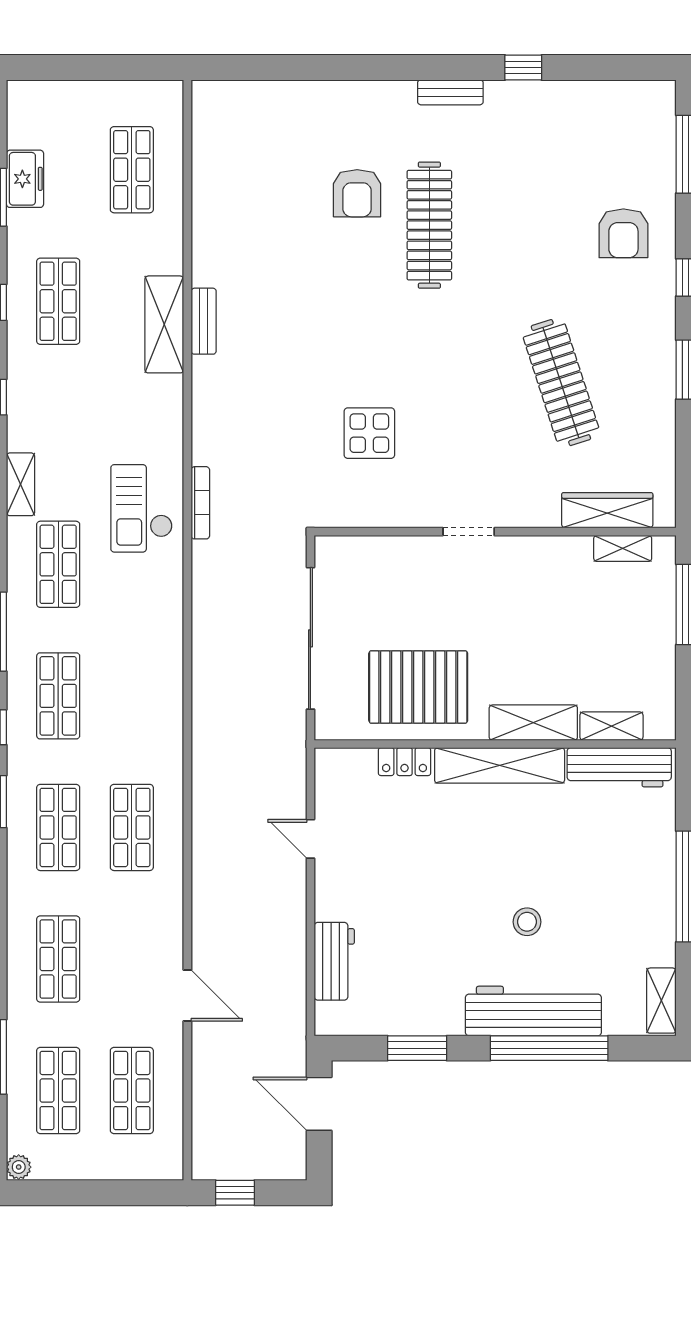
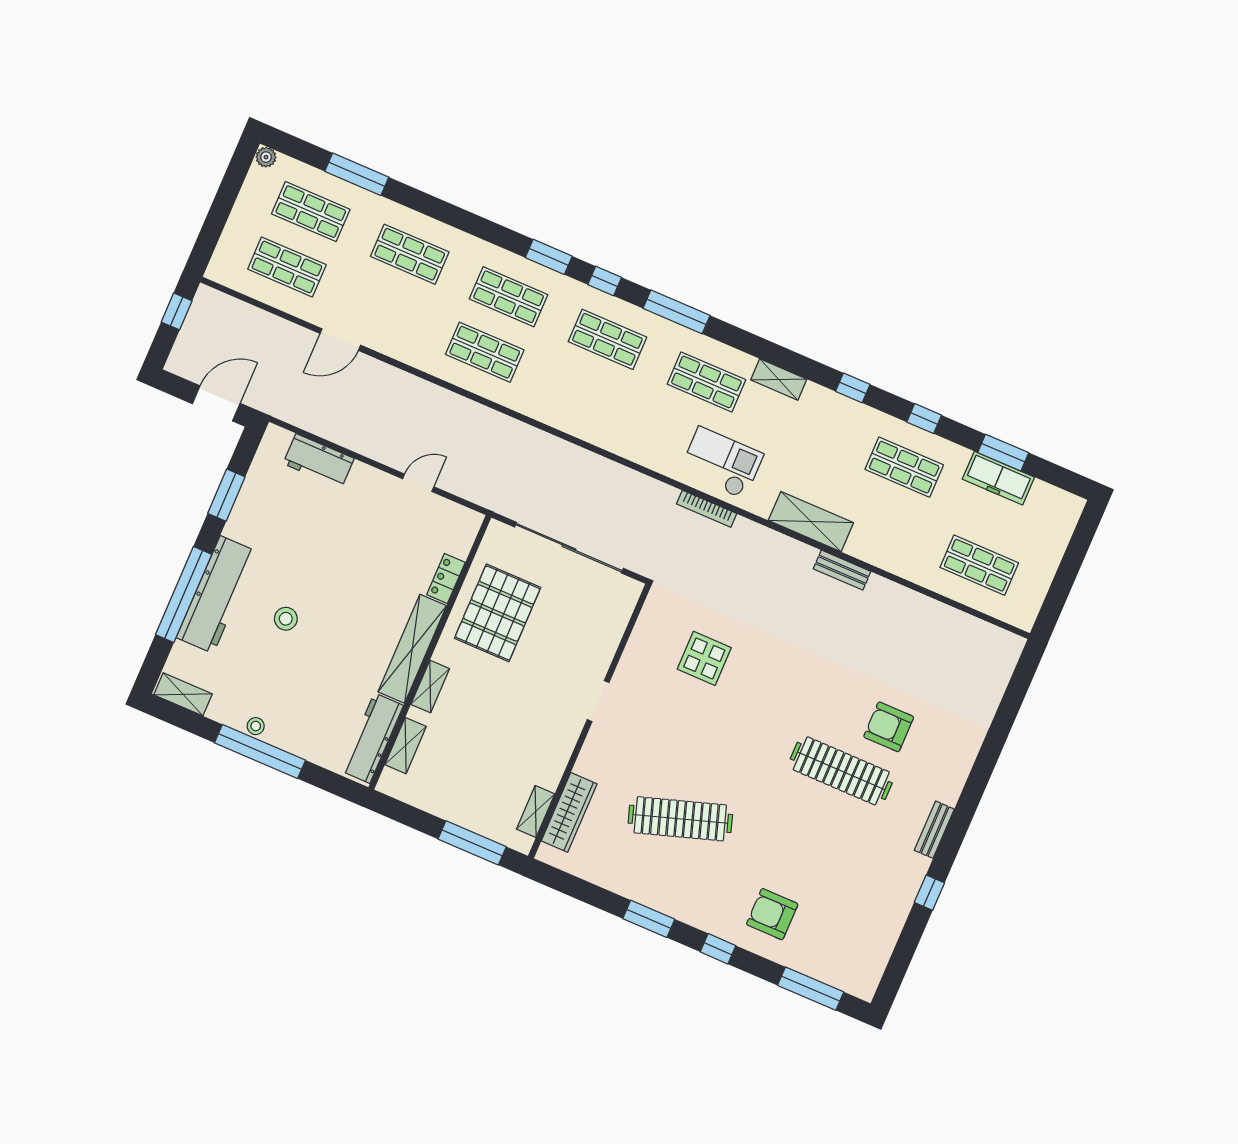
freezer: (25, 179) -> (998, 478), width x1.40
shelving: (164, 324) -> (811, 522), moved
shelving: (533, 723) -> (430, 687), width x0.67, depth x0.75
stool: (662, 904) -> (256, 726), added

